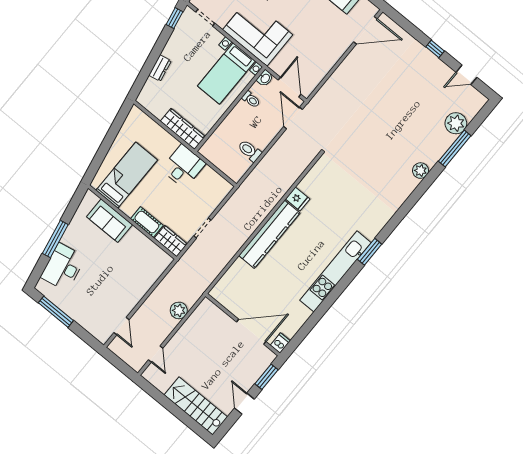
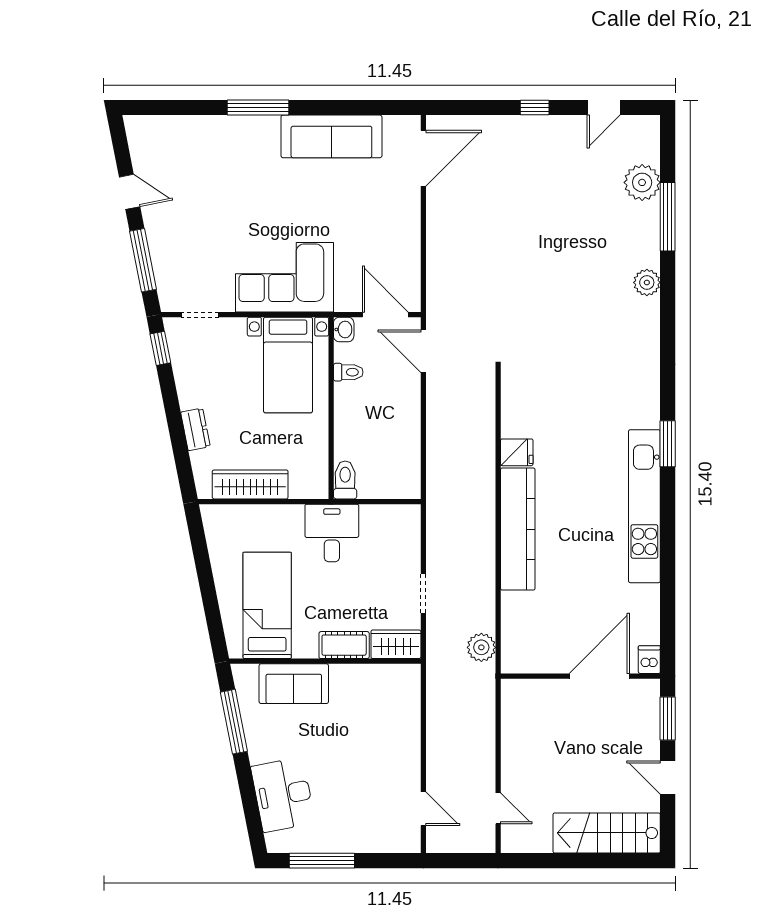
wardrobe: (183, 129) -> (250, 484), moved
toilet: (250, 151) -> (345, 480), moved, turned 90
window: (55, 239) -> (234, 722), moved
plant: (179, 310) -> (481, 647), moved

